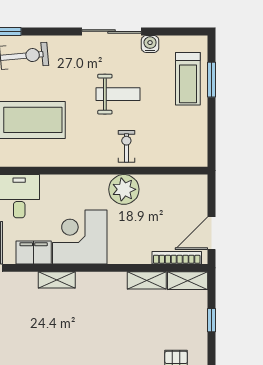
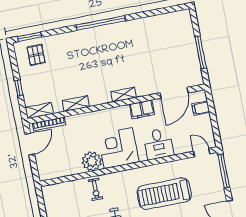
corner desk: (80, 237) -> (118, 148), moved, turned 180
shelving: (147, 280) -> (76, 104), moved

